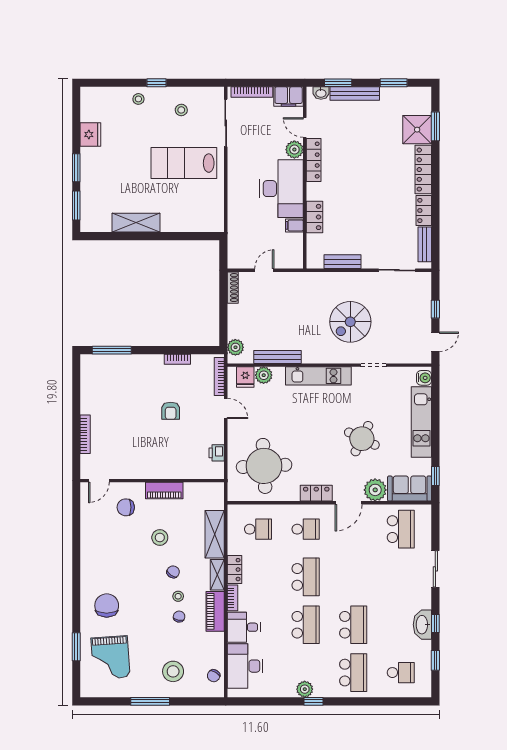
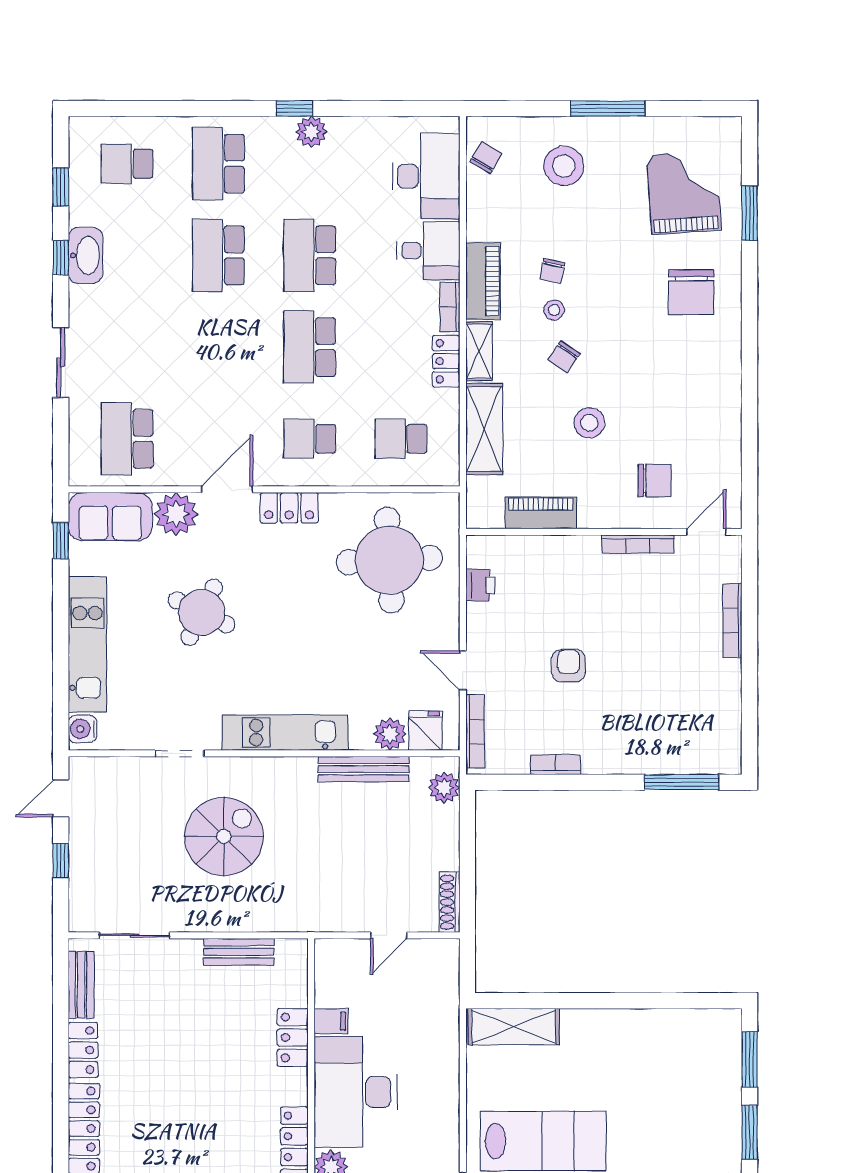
shelving: (136, 223) -> (514, 1027), moved
bookcase: (134, 474) -> (638, 544), added
piano: (164, 490) -> (541, 513), moved

